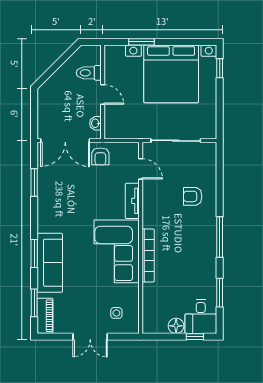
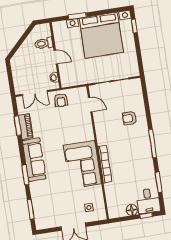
double door: (65, 141) -> (35, 93), width x0.73
tv unit: (132, 201) -> (88, 128), removed
sofa: (50, 263) -> (34, 160), moved
piano: (45, 316) -> (26, 126), moved

